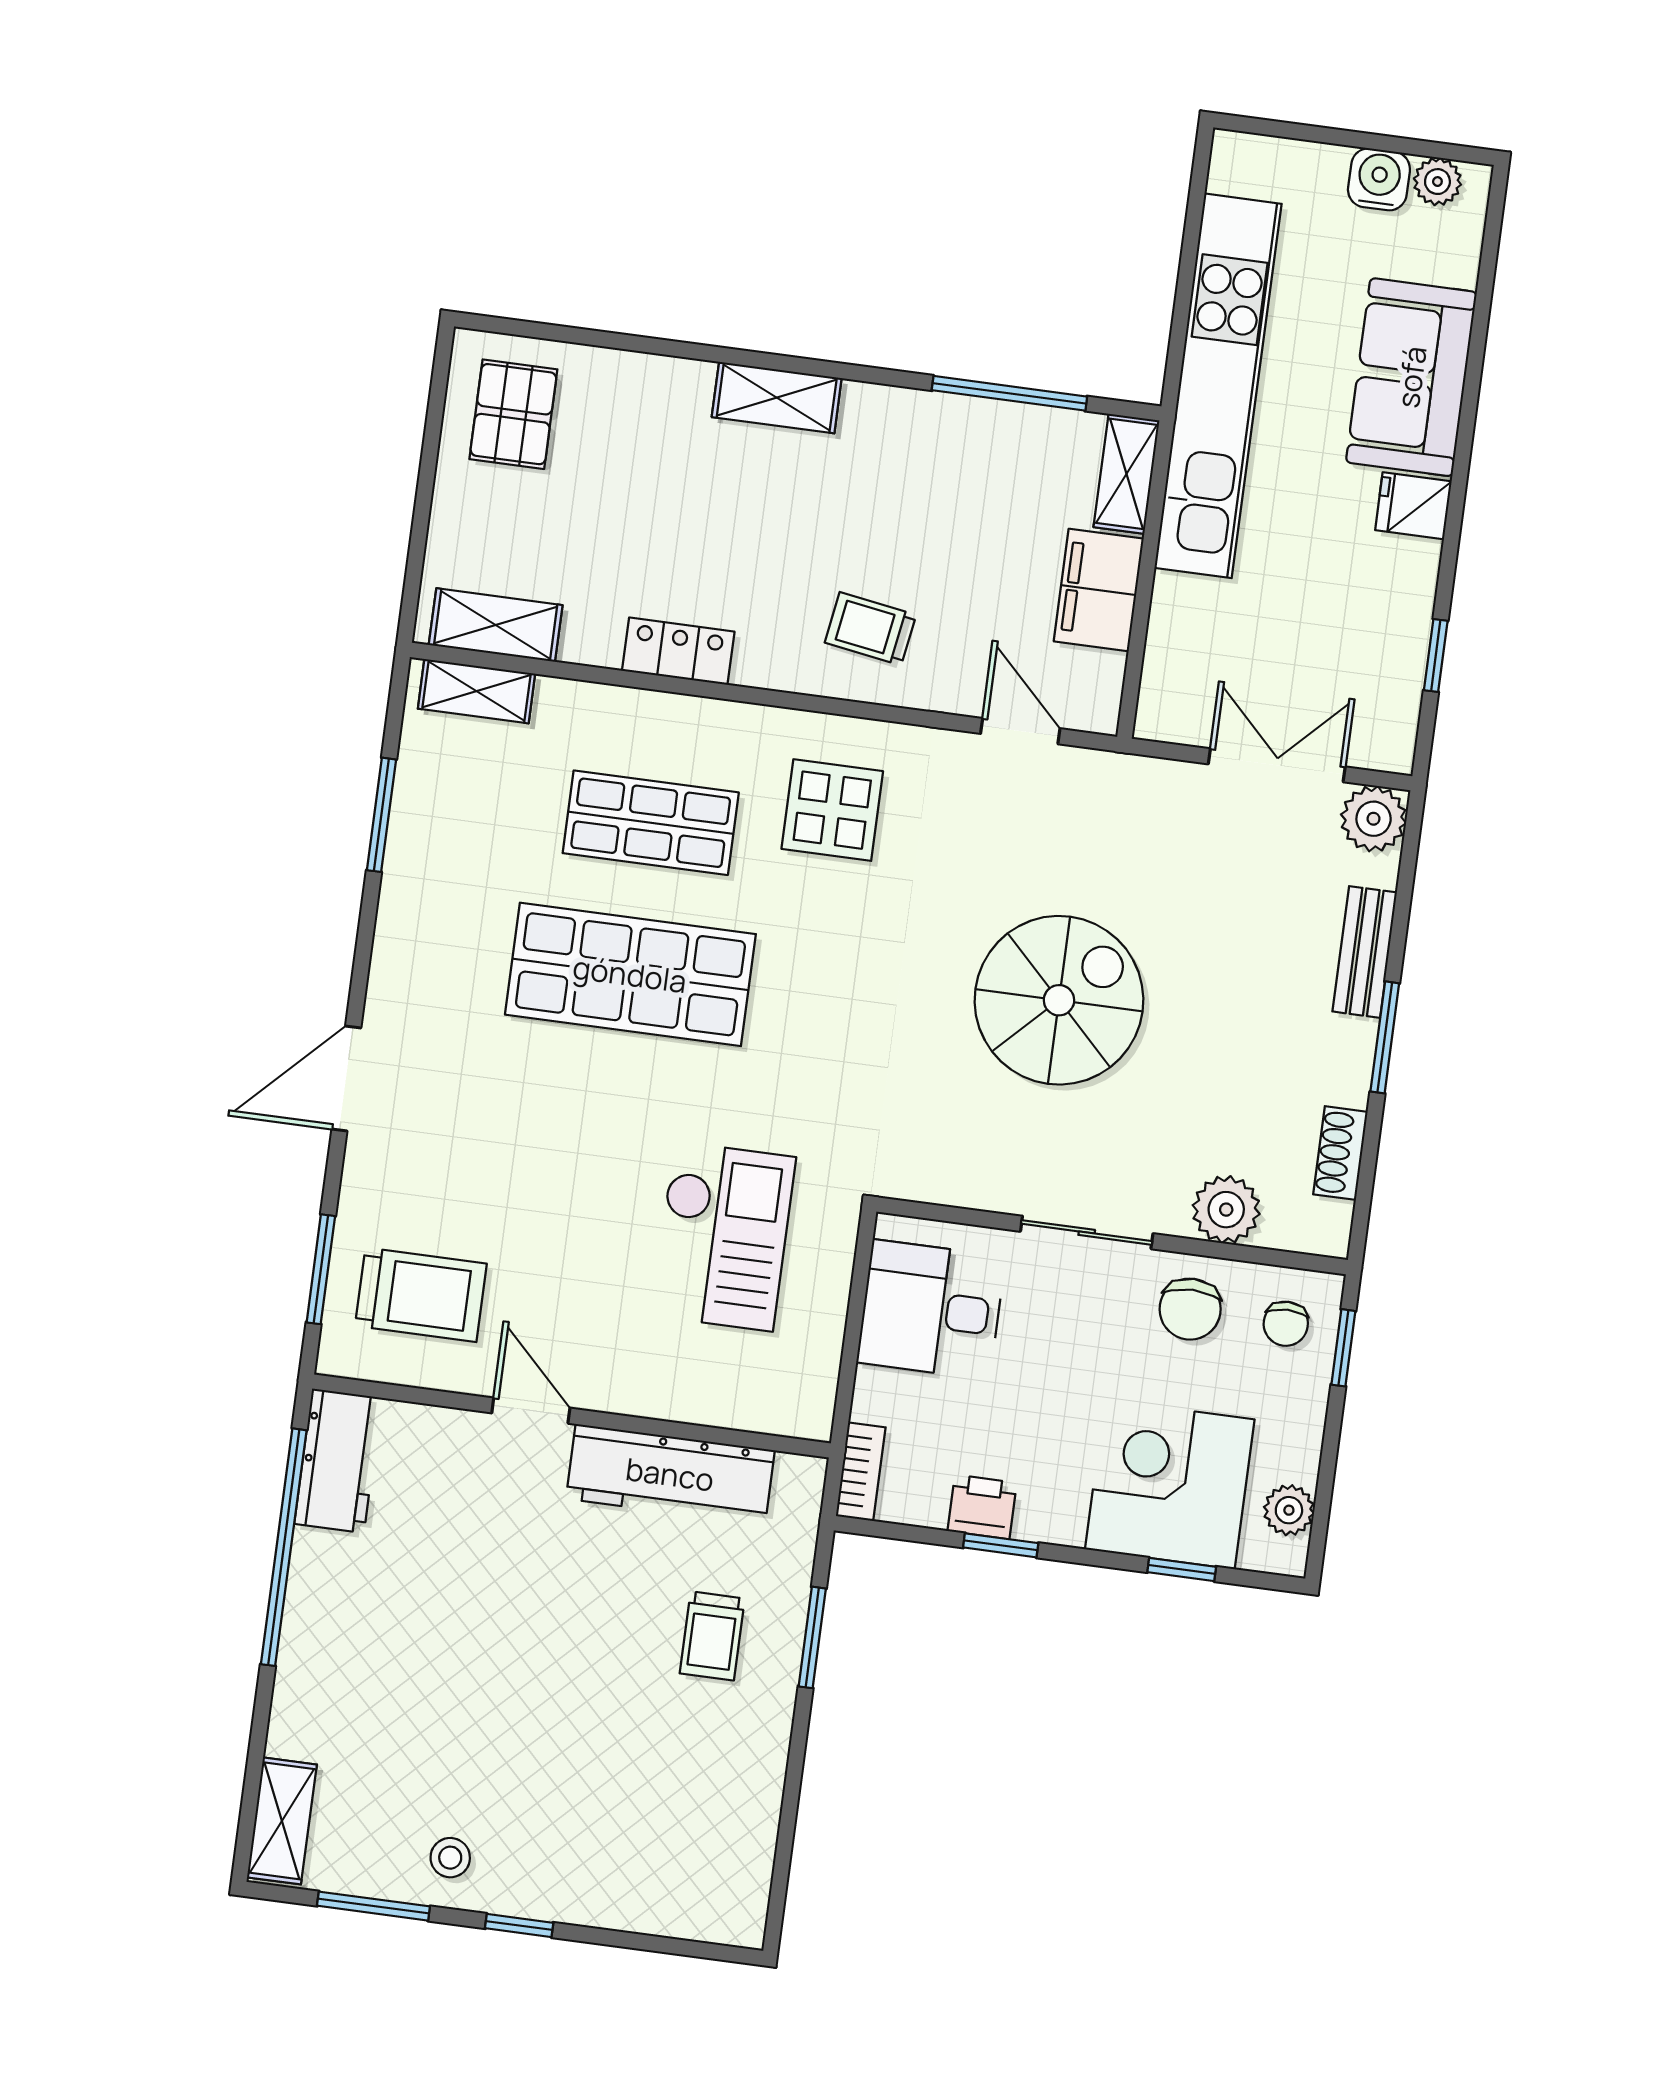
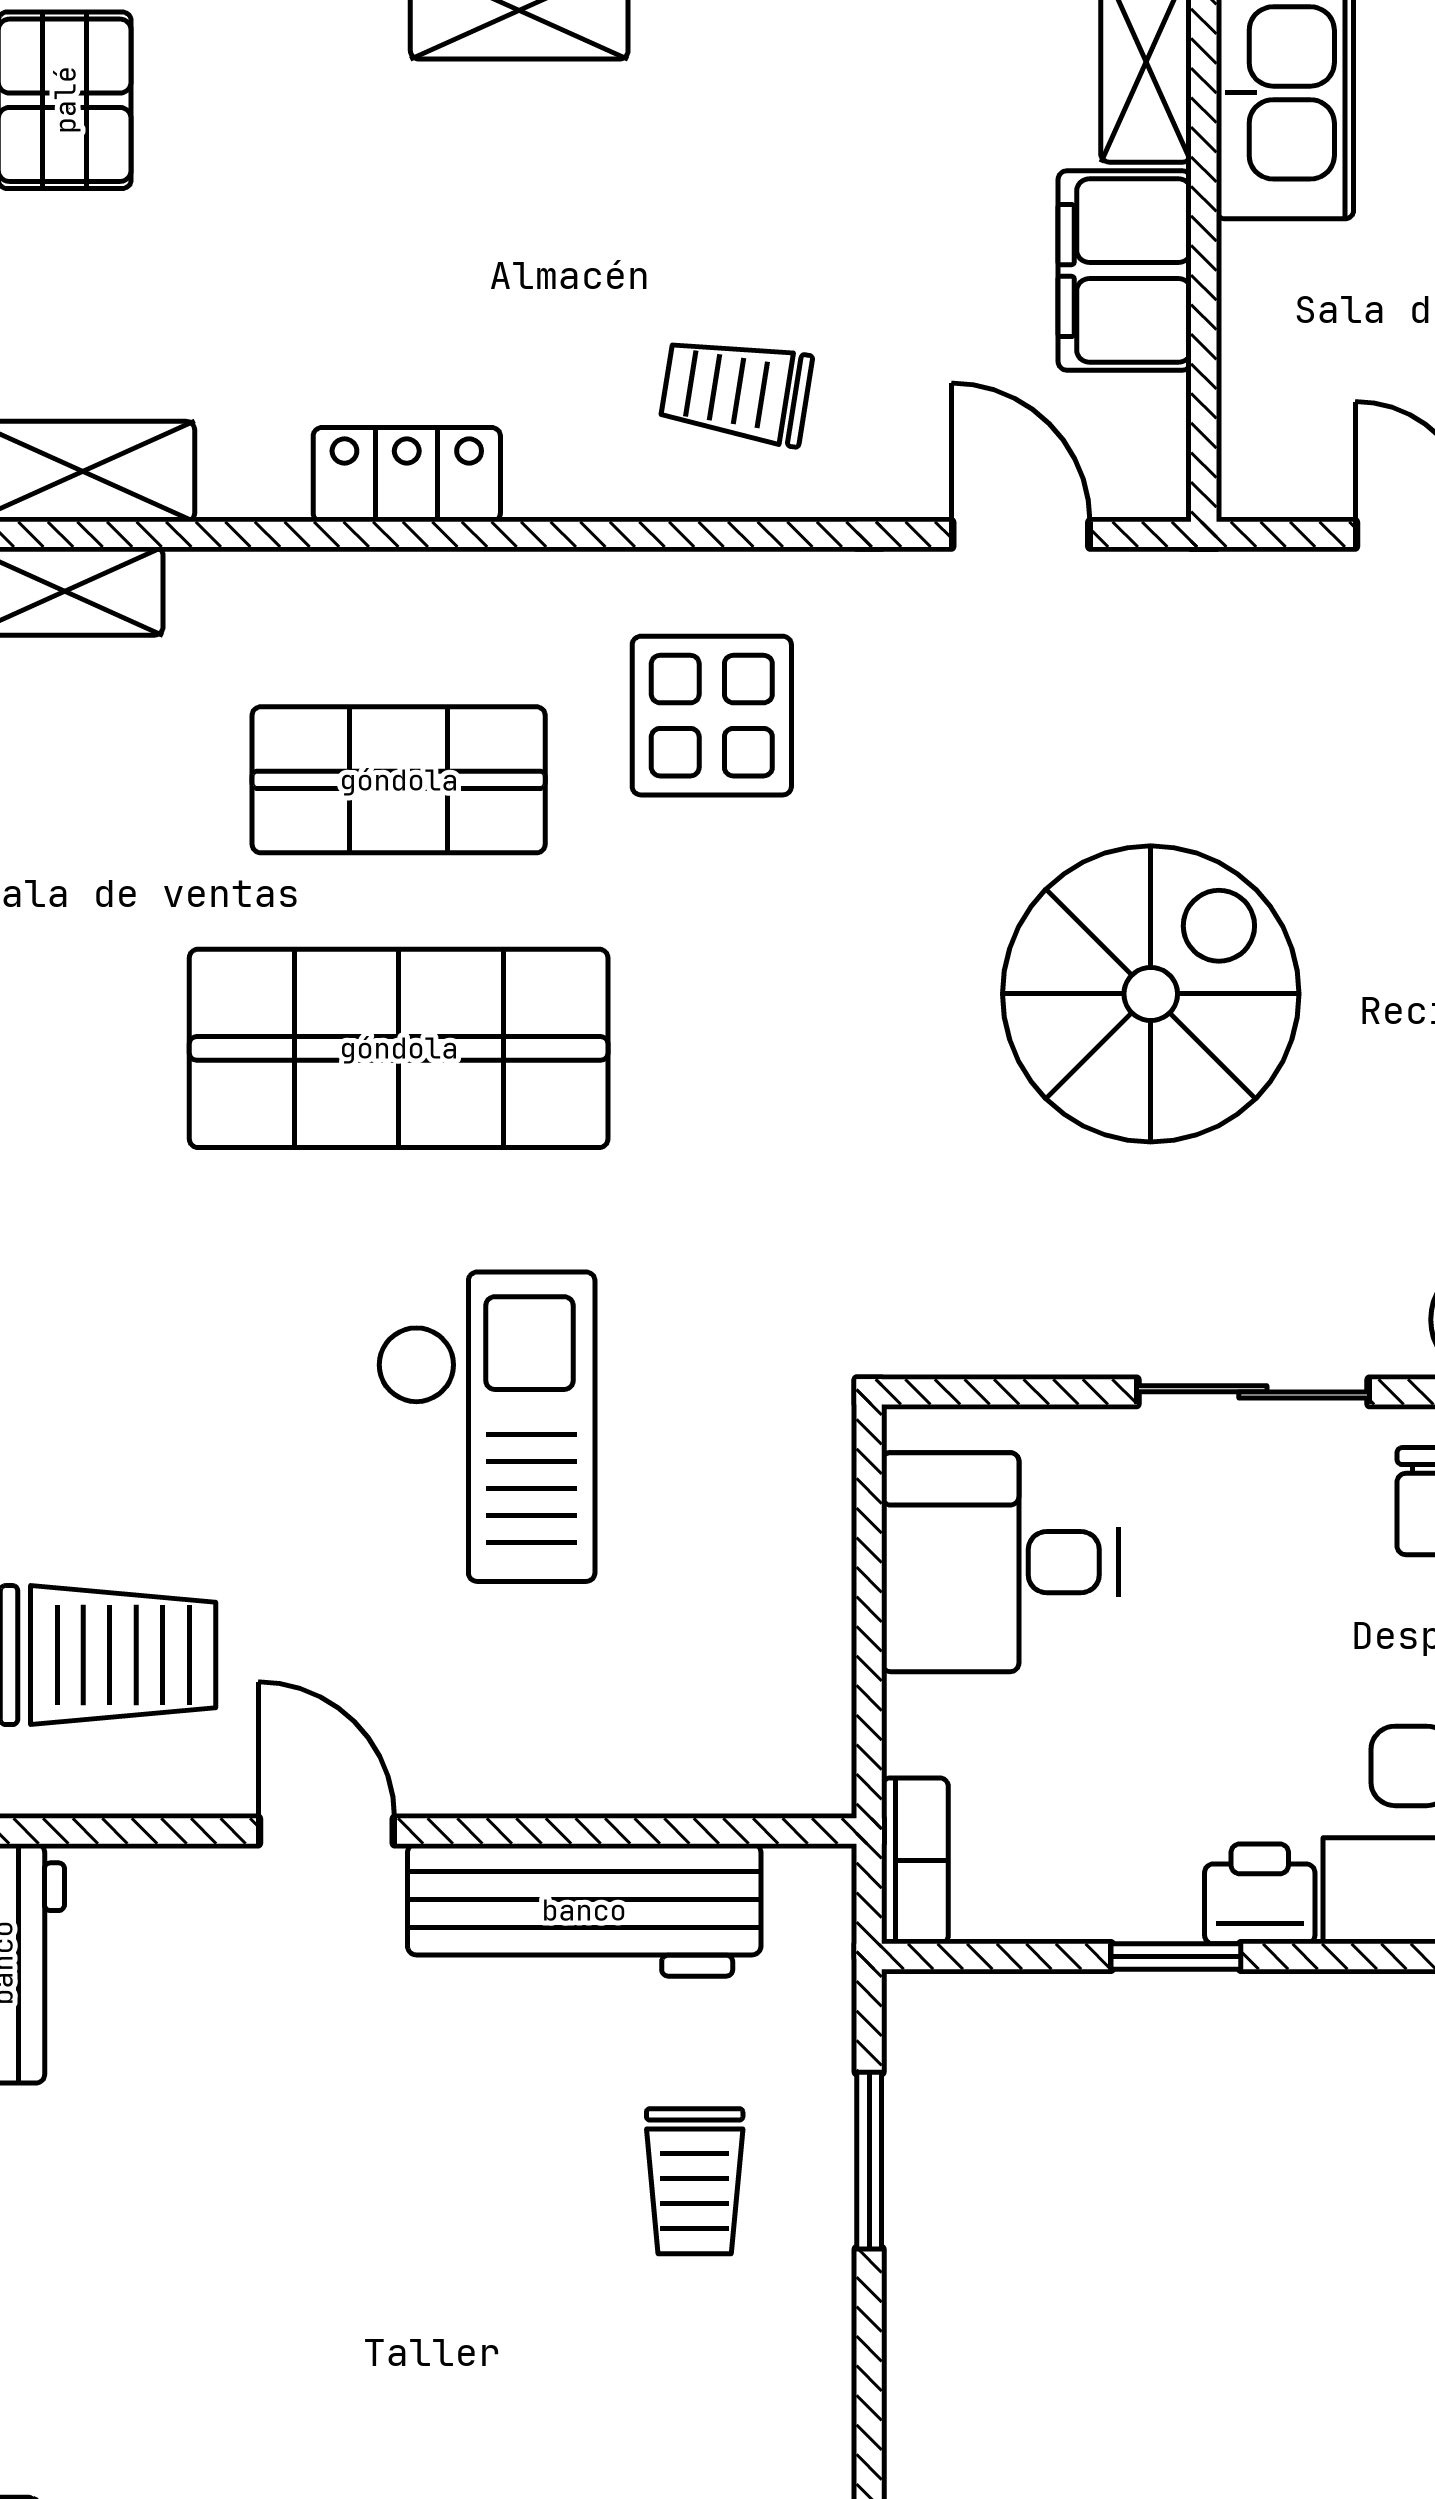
checkout: (723, 1236) -> (486, 1427), moved
printer: (982, 1507) -> (1260, 1894), moved

